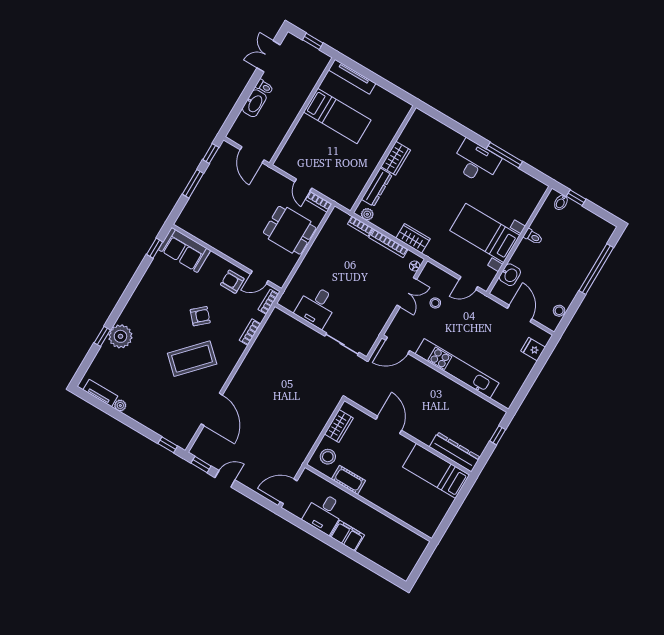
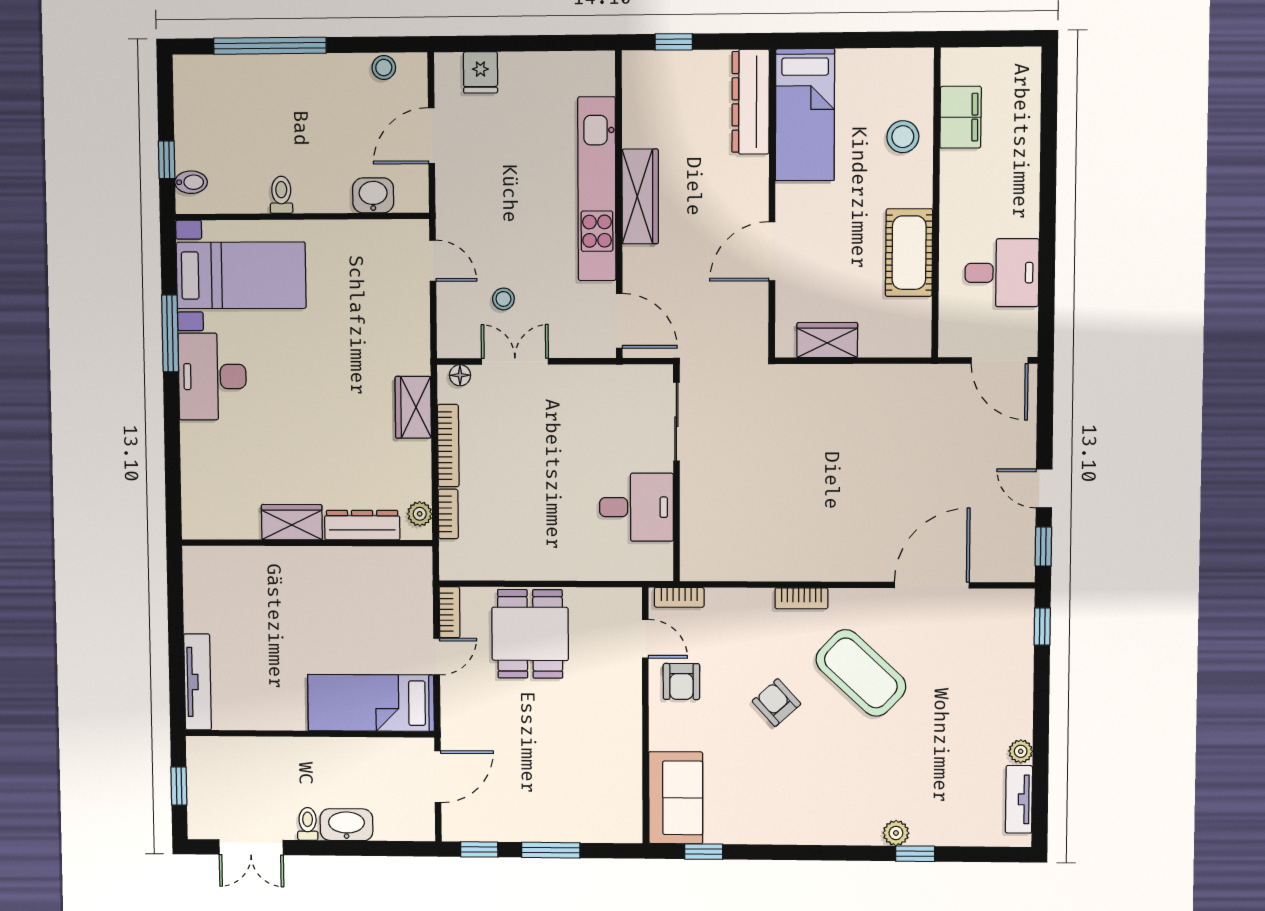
bed: (337, 116) -> (371, 703), moved, turned -90
bed with nightstands: (485, 233) -> (241, 275), moved, turned -90
bookcase: (250, 332) -> (801, 598), moved
plant: (120, 336) -> (896, 833), width x0.53, depth x0.53
wardrobe: (443, 384) -> (640, 197), added
stool: (328, 457) -> (903, 137), moved
cot: (349, 480) -> (909, 253), width x1.37, depth x1.34
filing cabinet: (347, 536) -> (961, 117), moved, turned 180

